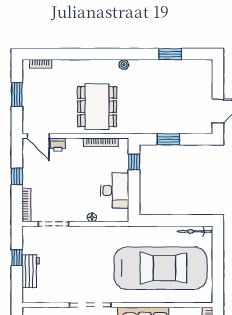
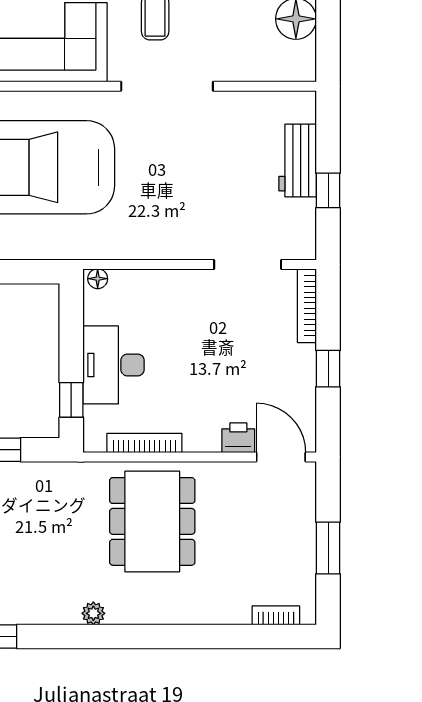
desk: (115, 190) -> (114, 365), moved
floor lamp: (92, 217) -> (98, 279), moved

